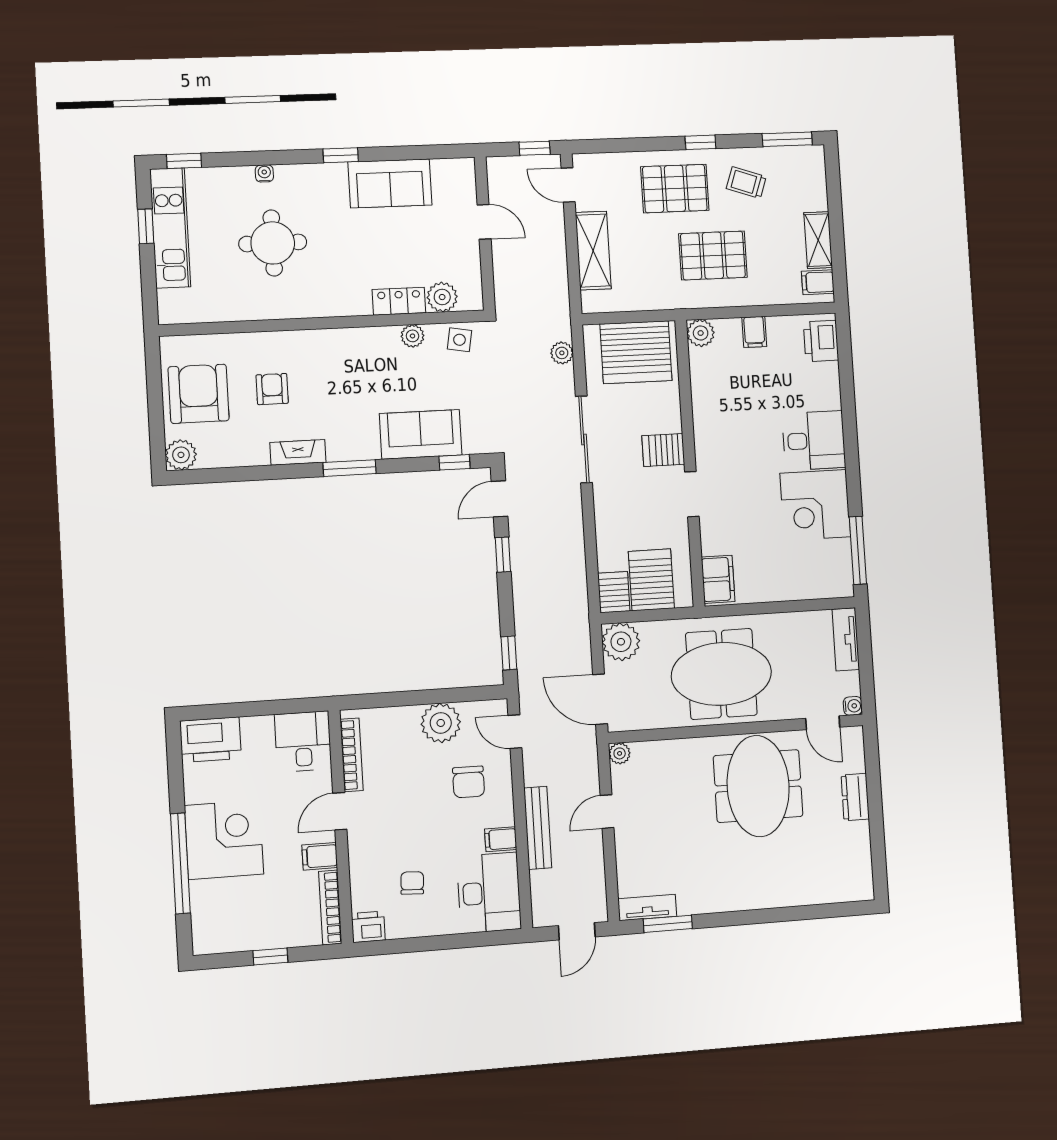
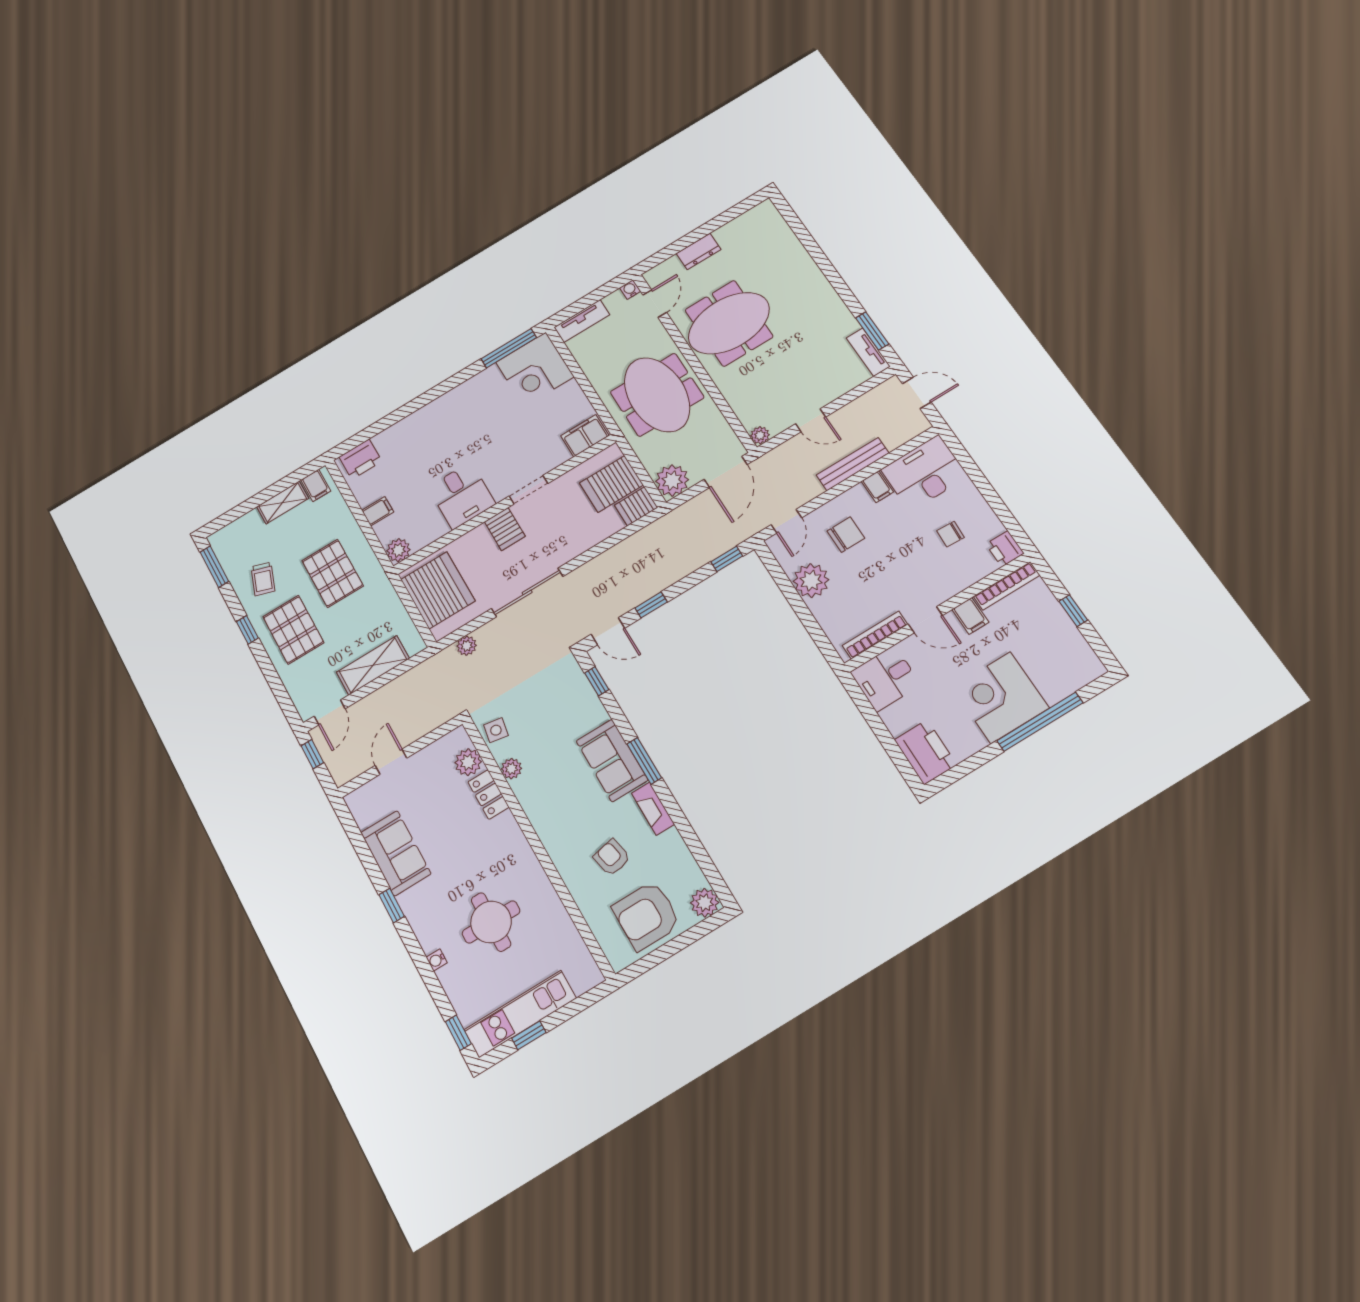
armchair: (272, 389) -> (612, 858), turned 78
sofa: (421, 434) -> (612, 760), moved
desk: (814, 440) -> (462, 496), moved, turned 180
corner desk: (815, 505) -> (535, 369), moved, turned 90

